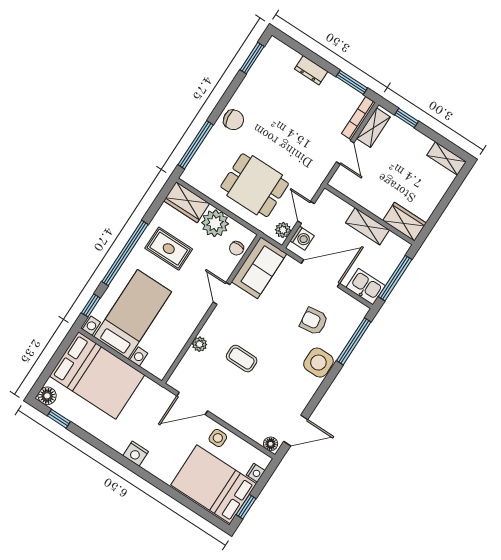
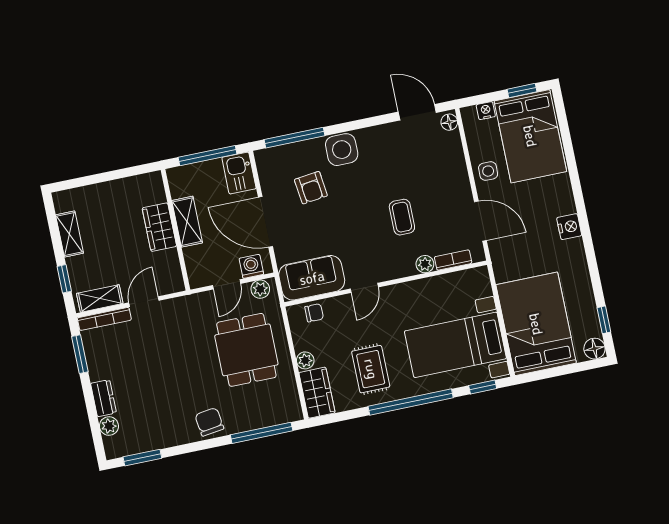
plant: (291, 57) -> (109, 426), added
shelving: (447, 158) -> (70, 234), moved
wardrobe: (405, 222) -> (159, 227), moved
plant: (215, 223) -> (305, 360), width x0.53, depth x0.53
bookcase: (185, 364) -> (453, 260), added

